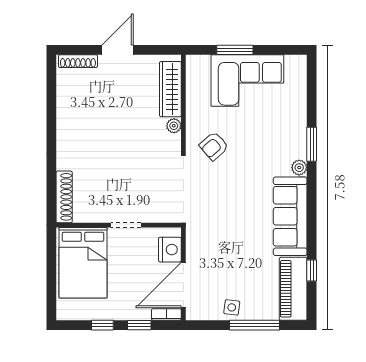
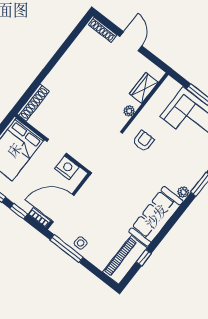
door: (117, 50) -> (131, 41), hinge flipped
wardrobe: (170, 89) -> (144, 88), width x0.67
armchair: (214, 146) -> (143, 141), turned 131
nightstand: (170, 250) -> (67, 168), moved, turned -90
window: (254, 325) -> (67, 249), moved

